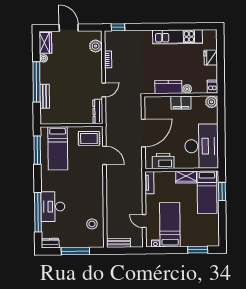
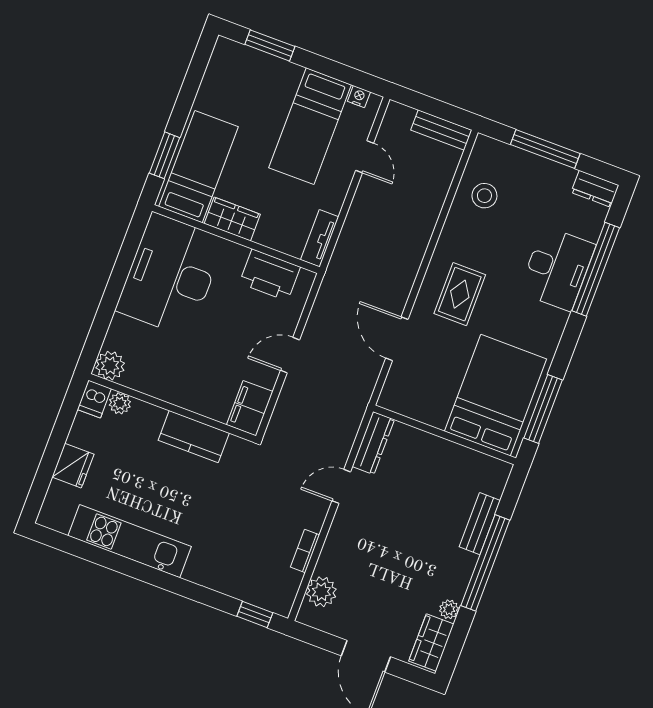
plant: (187, 89) -> (120, 403), moved
filing cabinet: (181, 103) -> (250, 408), moved, turned -90
door: (143, 133) -> (290, 355), width x0.53
rug: (89, 139) -> (460, 294), moved, turned 90
bed: (58, 148) -> (495, 395), width x1.50

